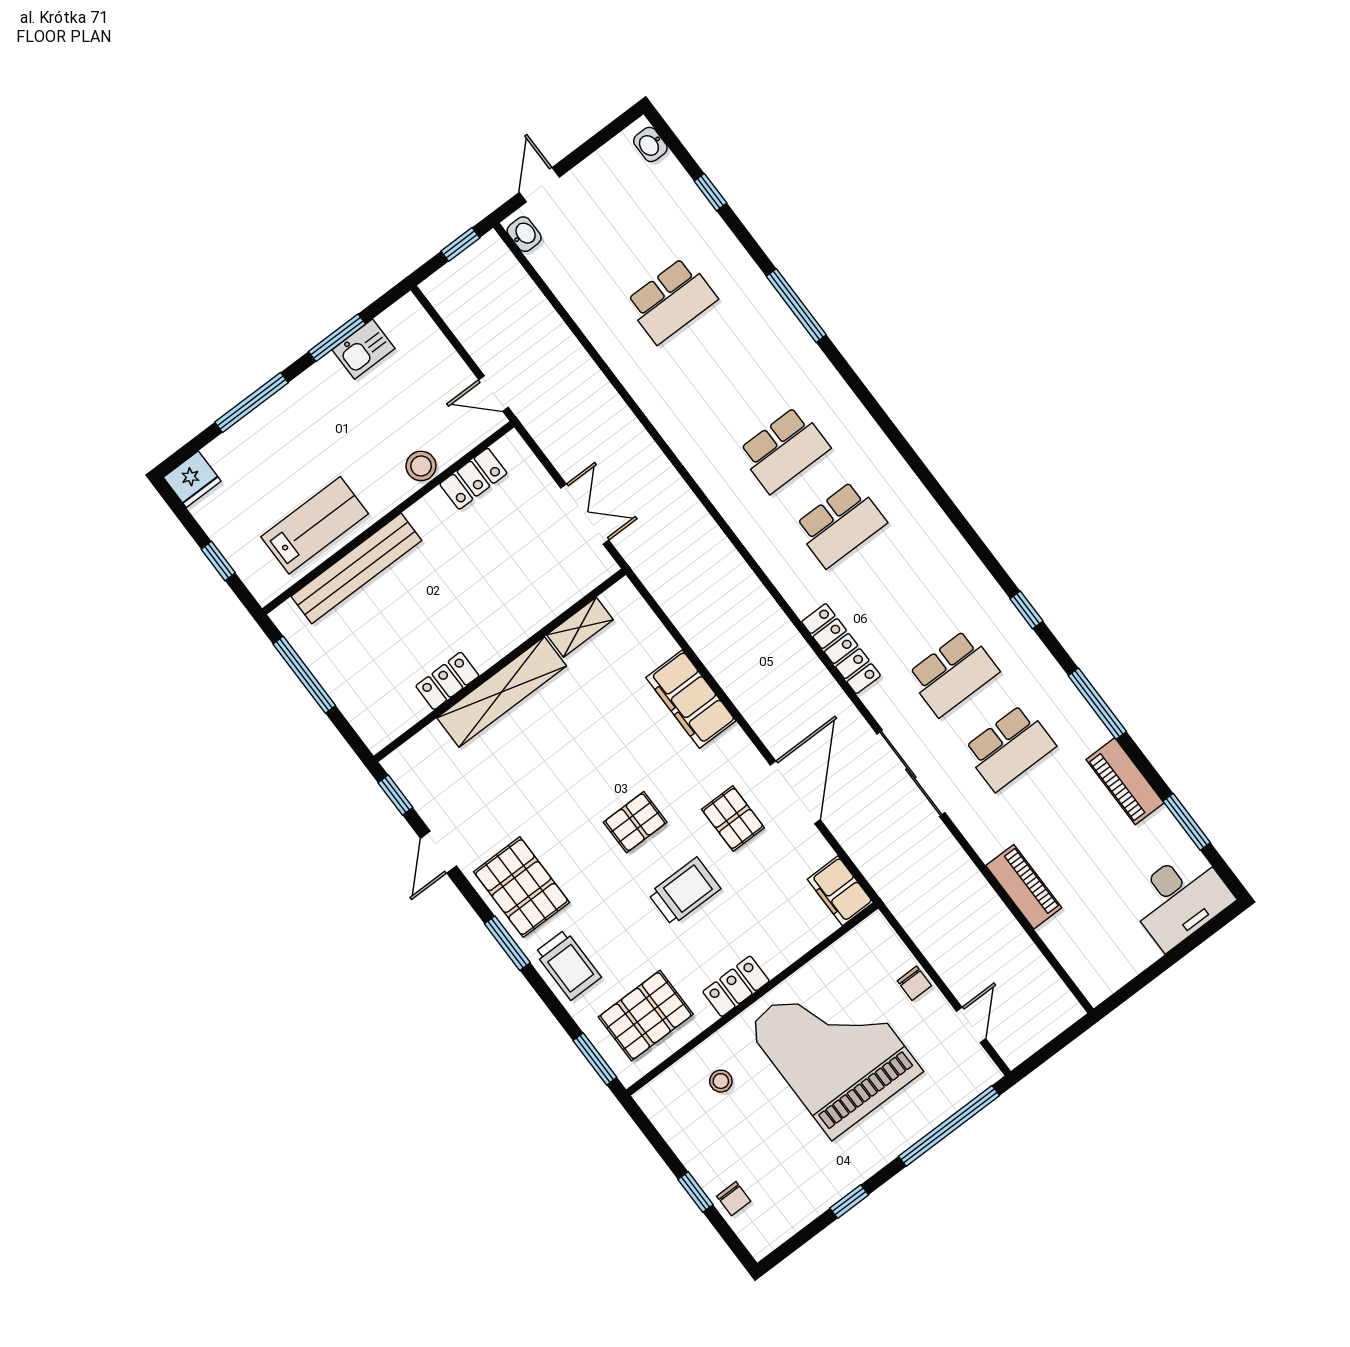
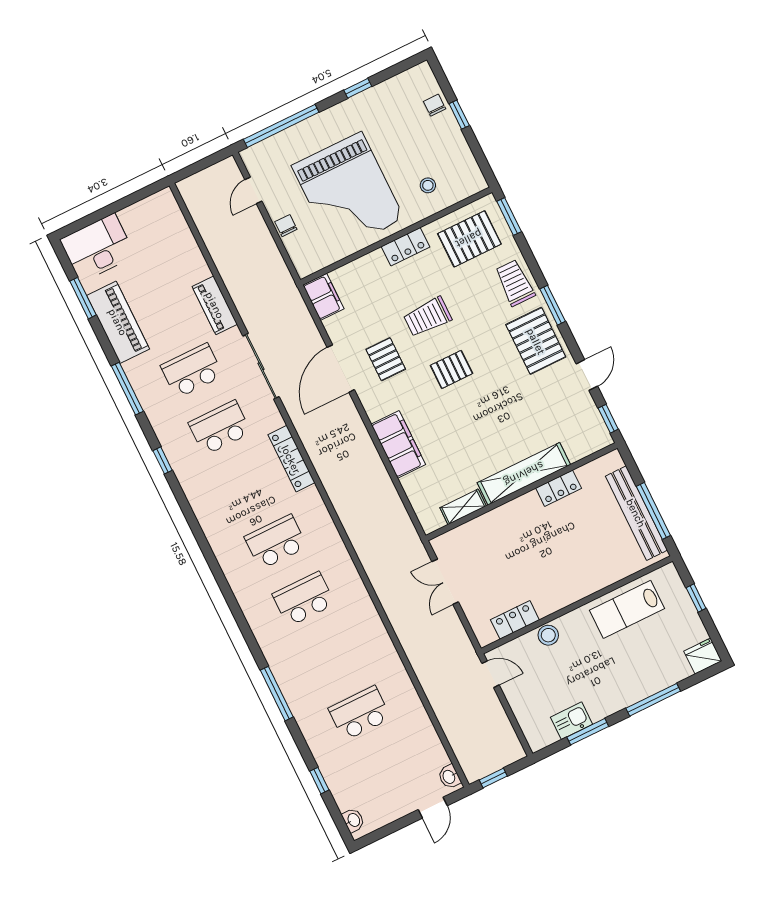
bench: (356, 568) -> (636, 513), moved, turned 90
piano: (1125, 781) -> (118, 322), width x1.37, depth x1.33
piano: (1024, 887) -> (215, 305), moved

